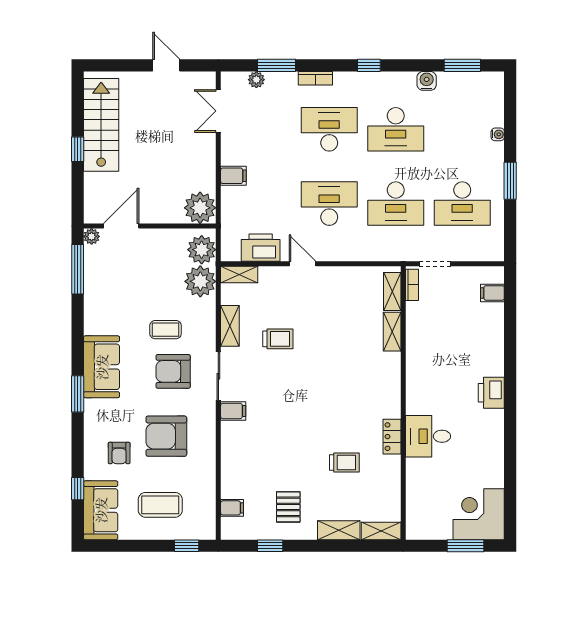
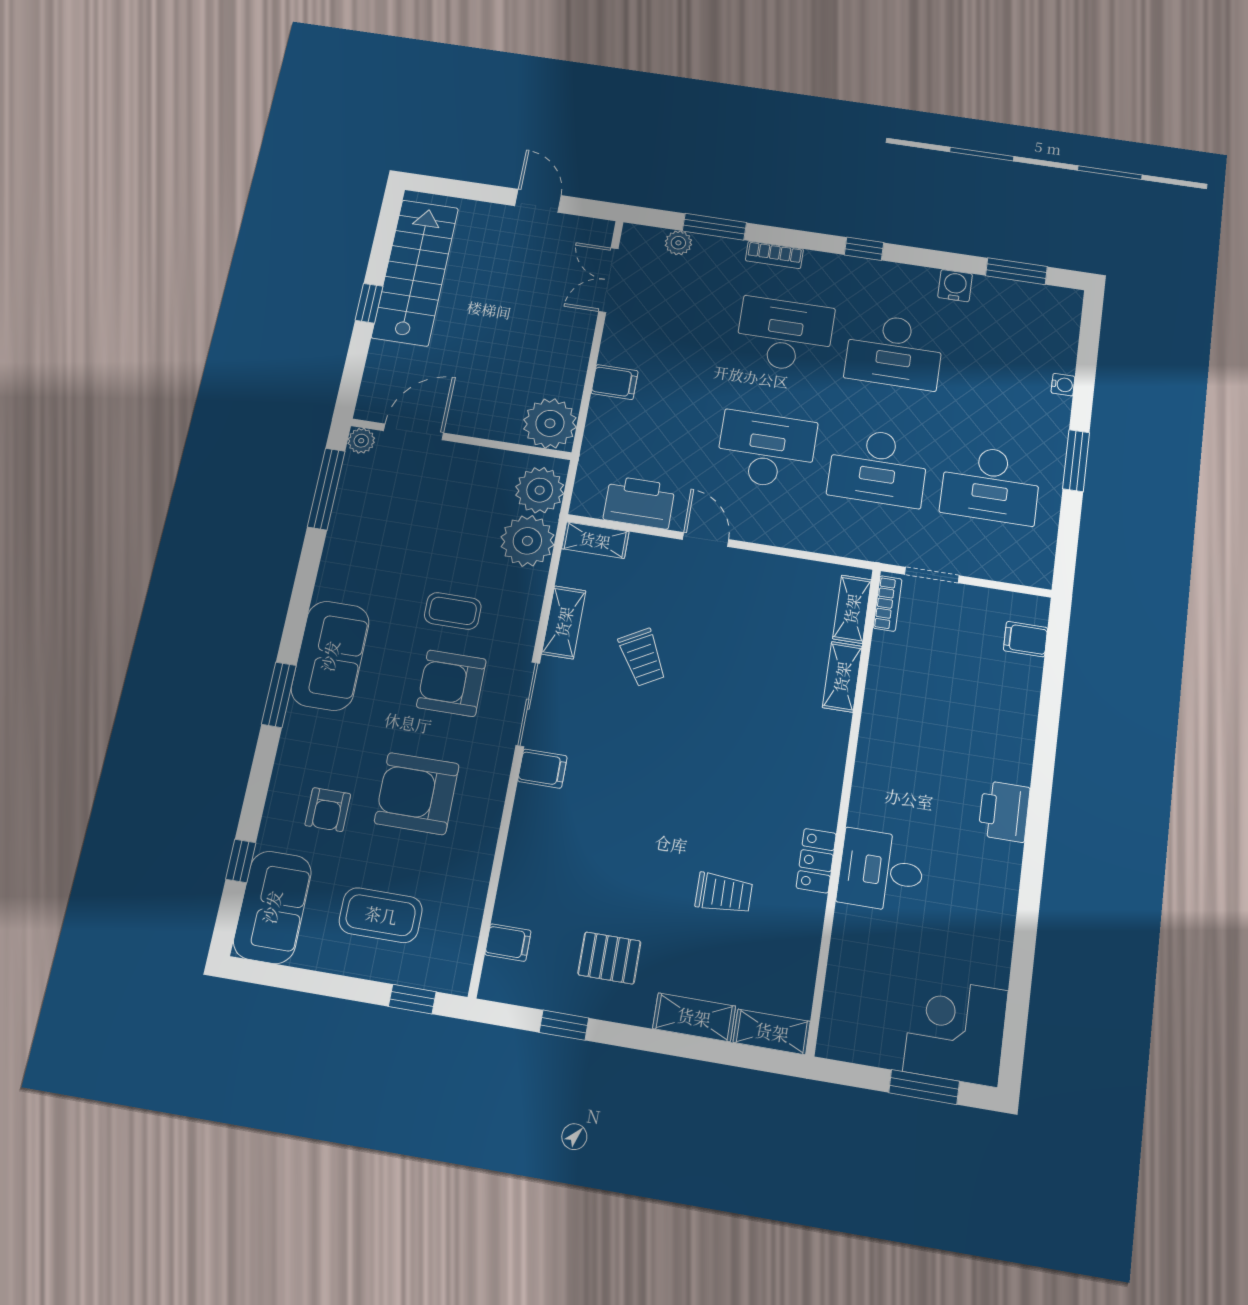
trolley: (278, 339) -> (642, 657), turned 61
pallet: (288, 507) -> (609, 958), turned 90

